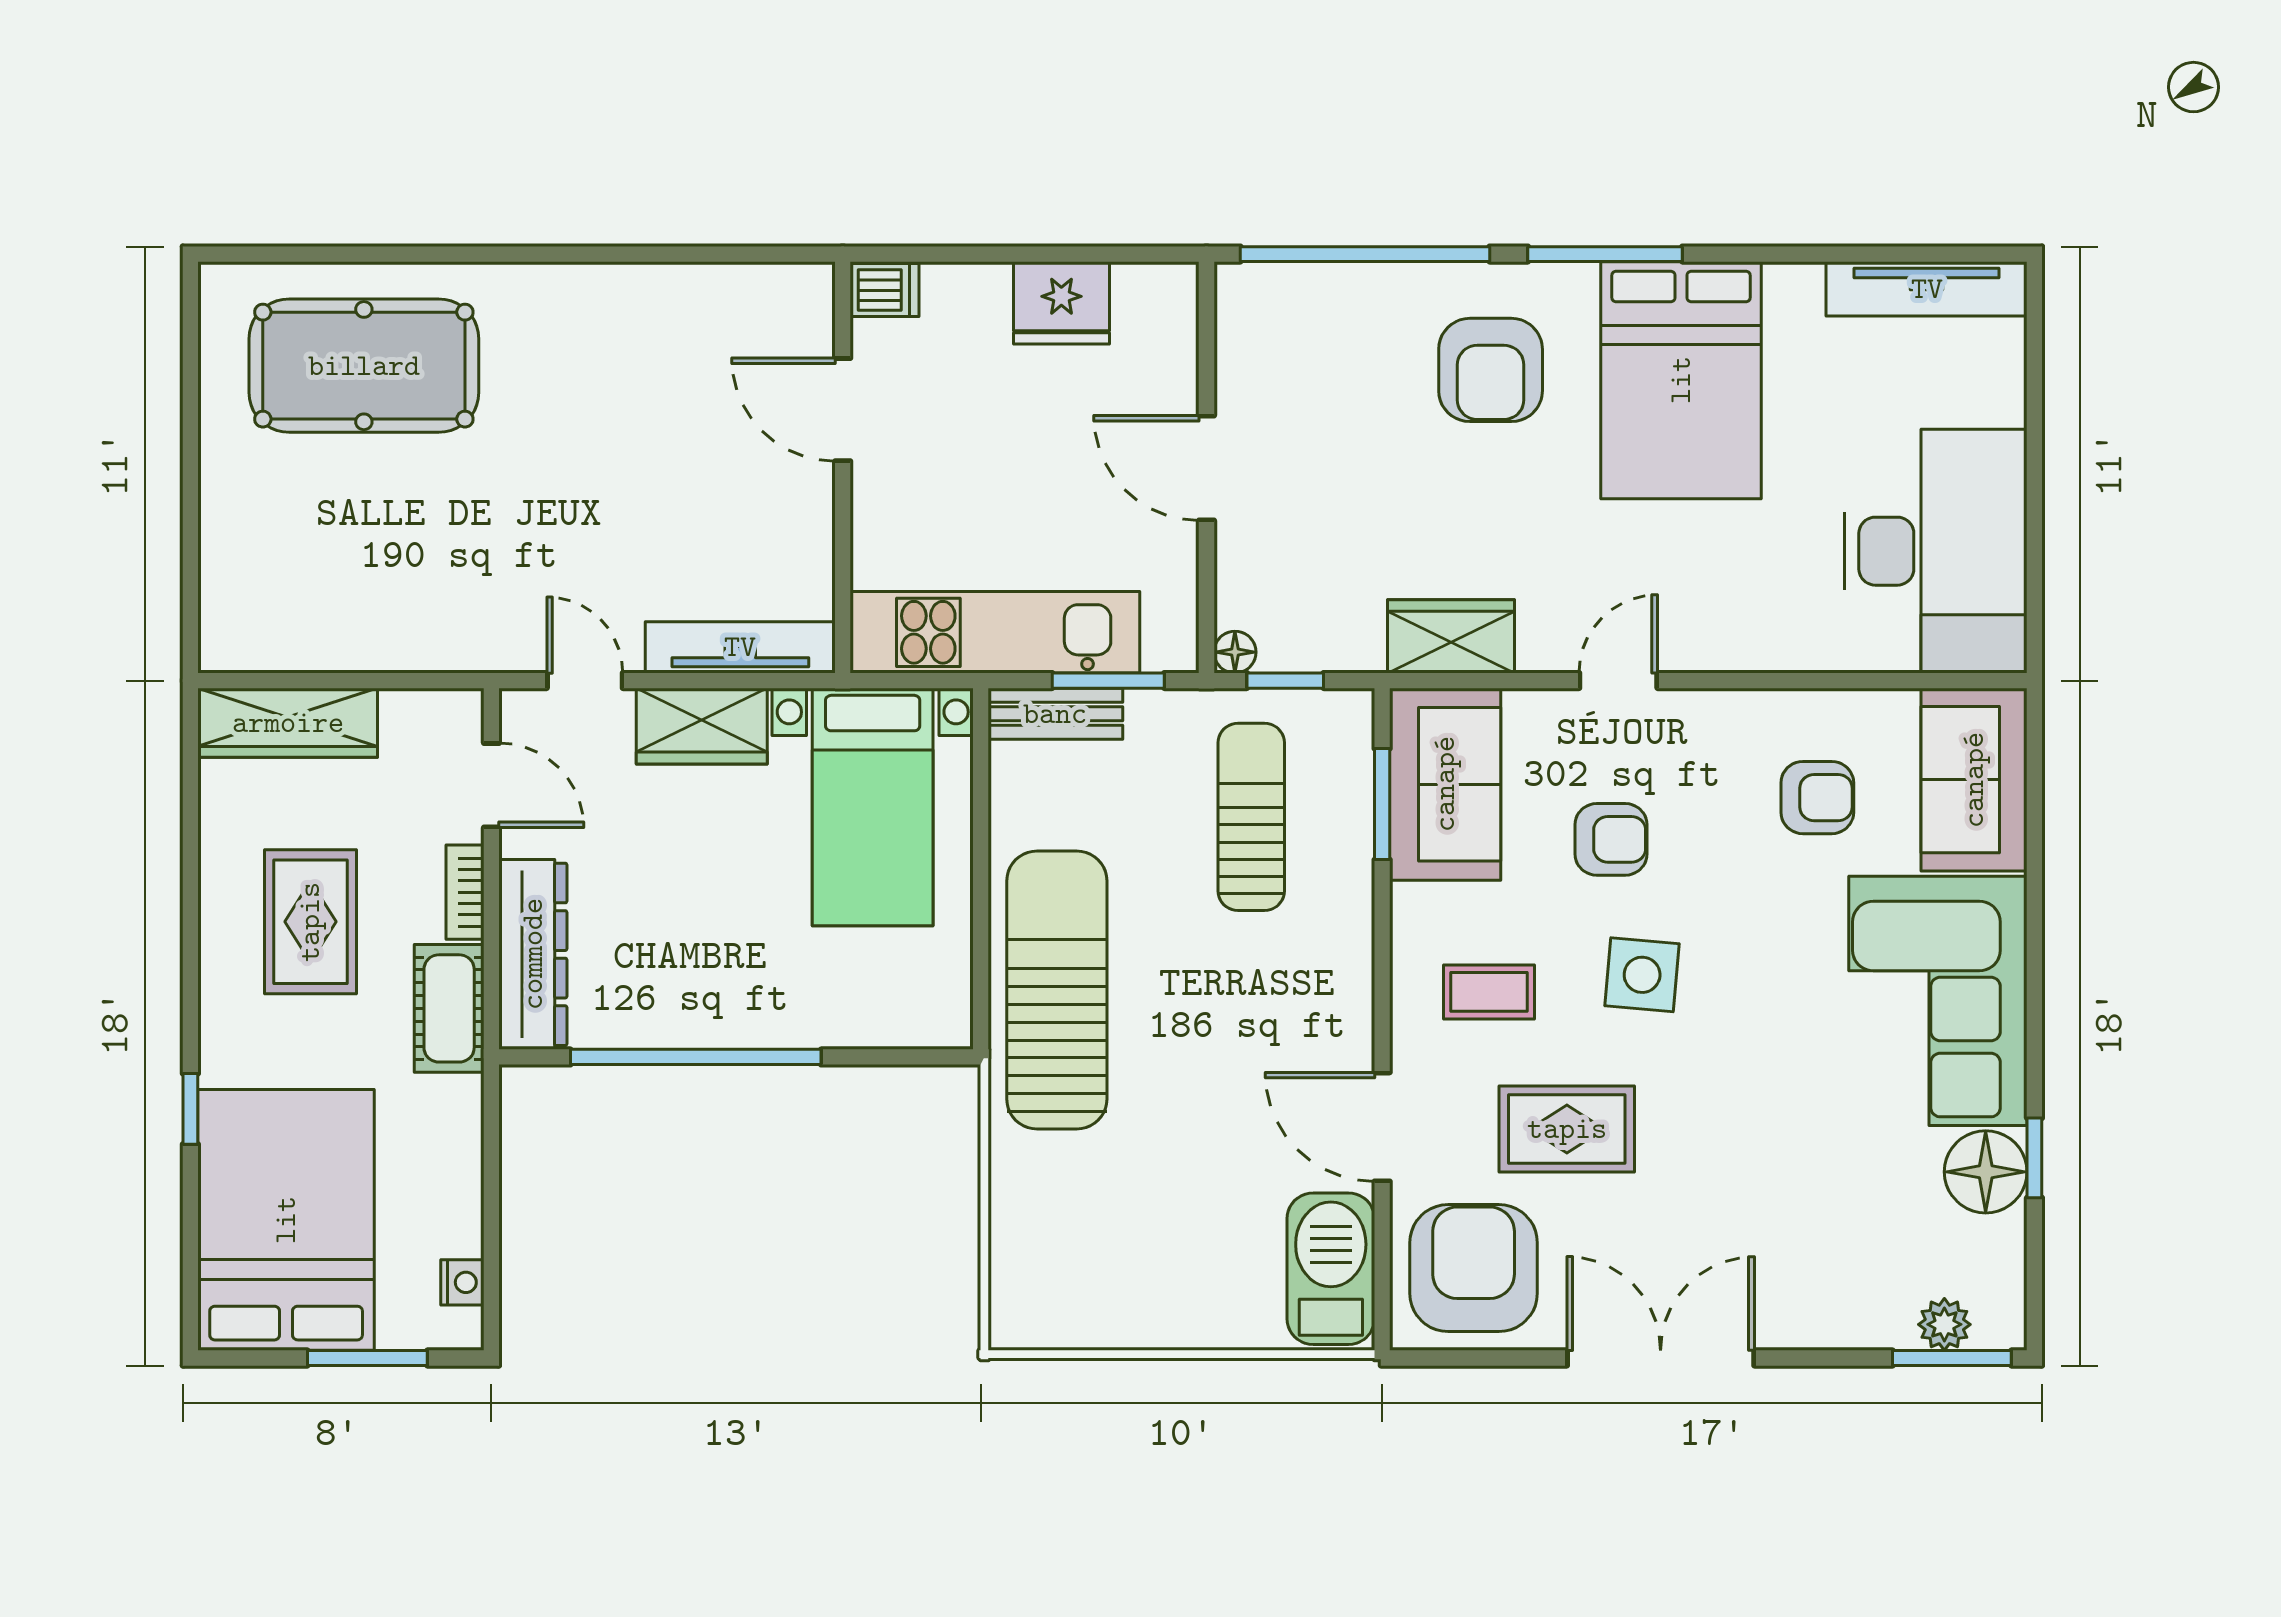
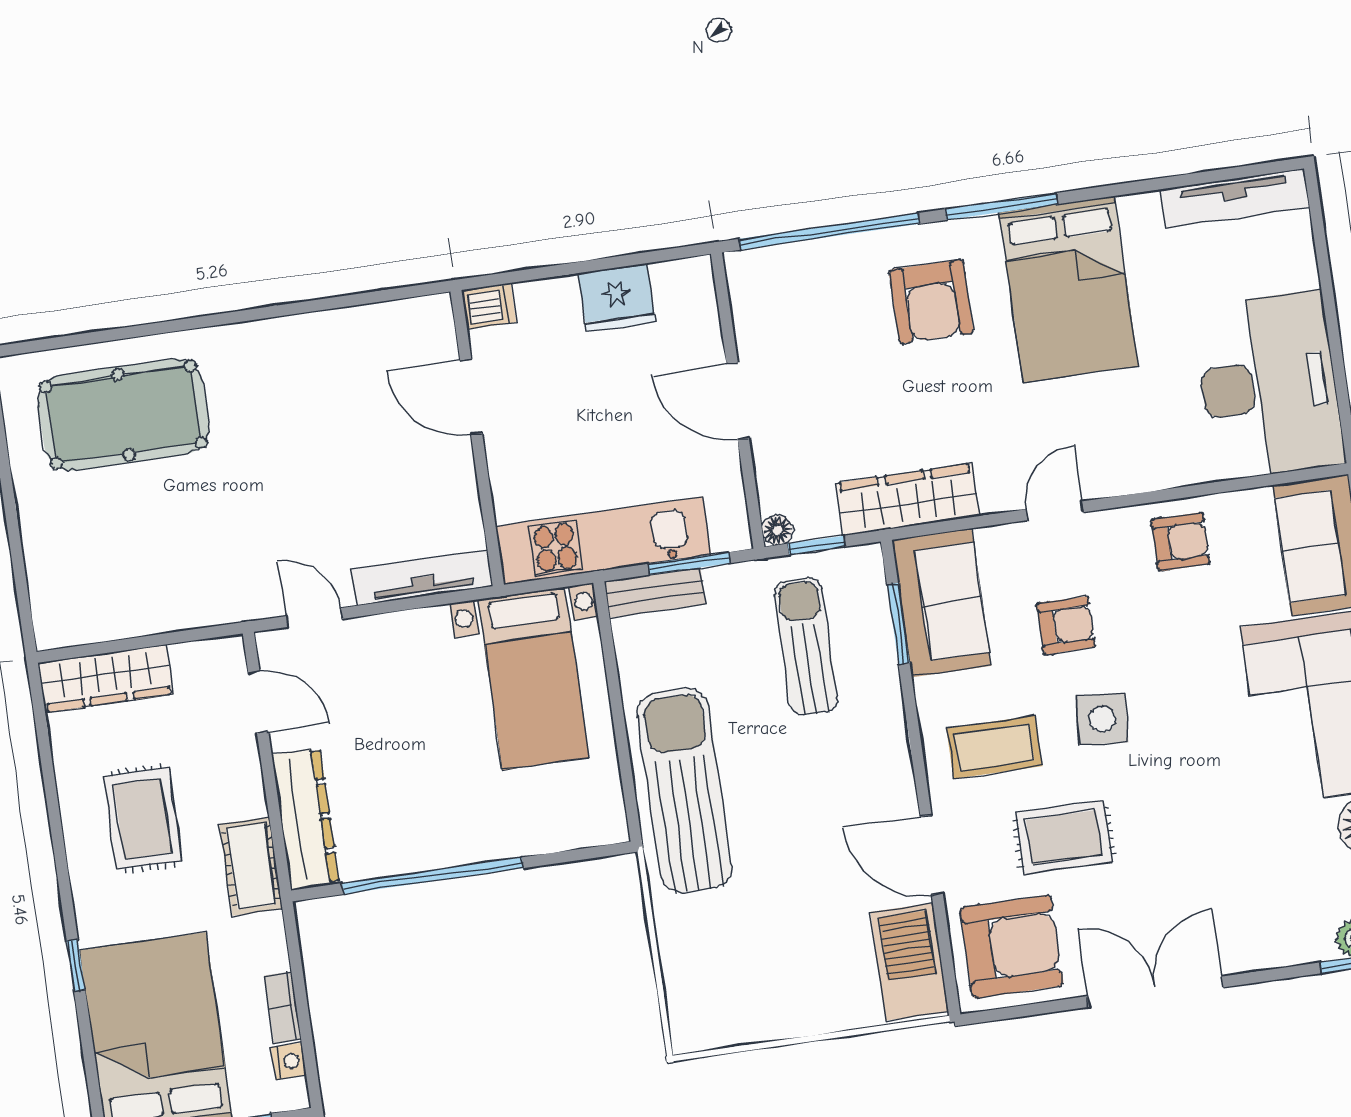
wardrobe: (1451, 636) -> (908, 500), width x1.50
wardrobe: (702, 726) -> (403, 638), removed
armchair: (1817, 798) -> (1181, 542), moved
bookcase: (465, 892) -> (283, 1007), moved
coffee table: (1489, 992) -> (994, 747), width x1.36, depth x1.30
armchair: (1474, 1268) -> (1012, 947), turned 90

